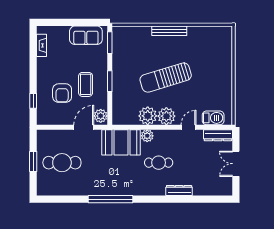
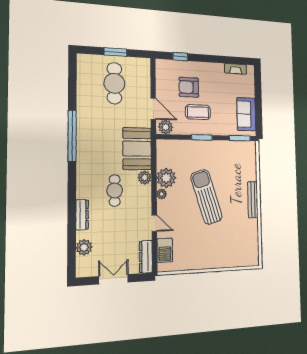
plant: (166, 116) -> (162, 194), width x0.53, depth x0.53
plant: (207, 189) -> (84, 247), added

